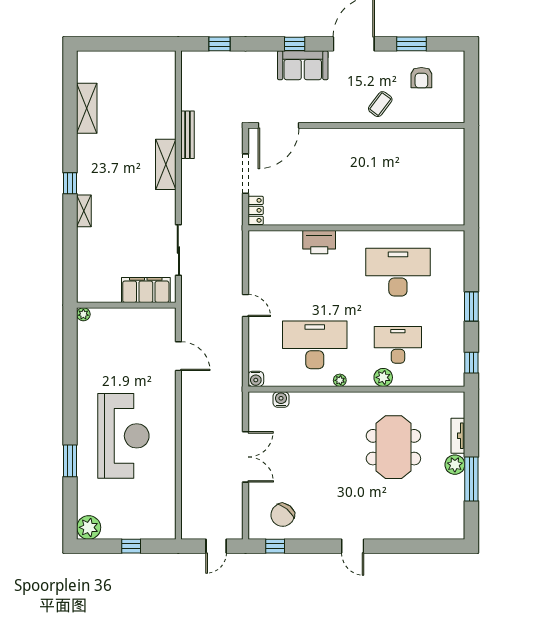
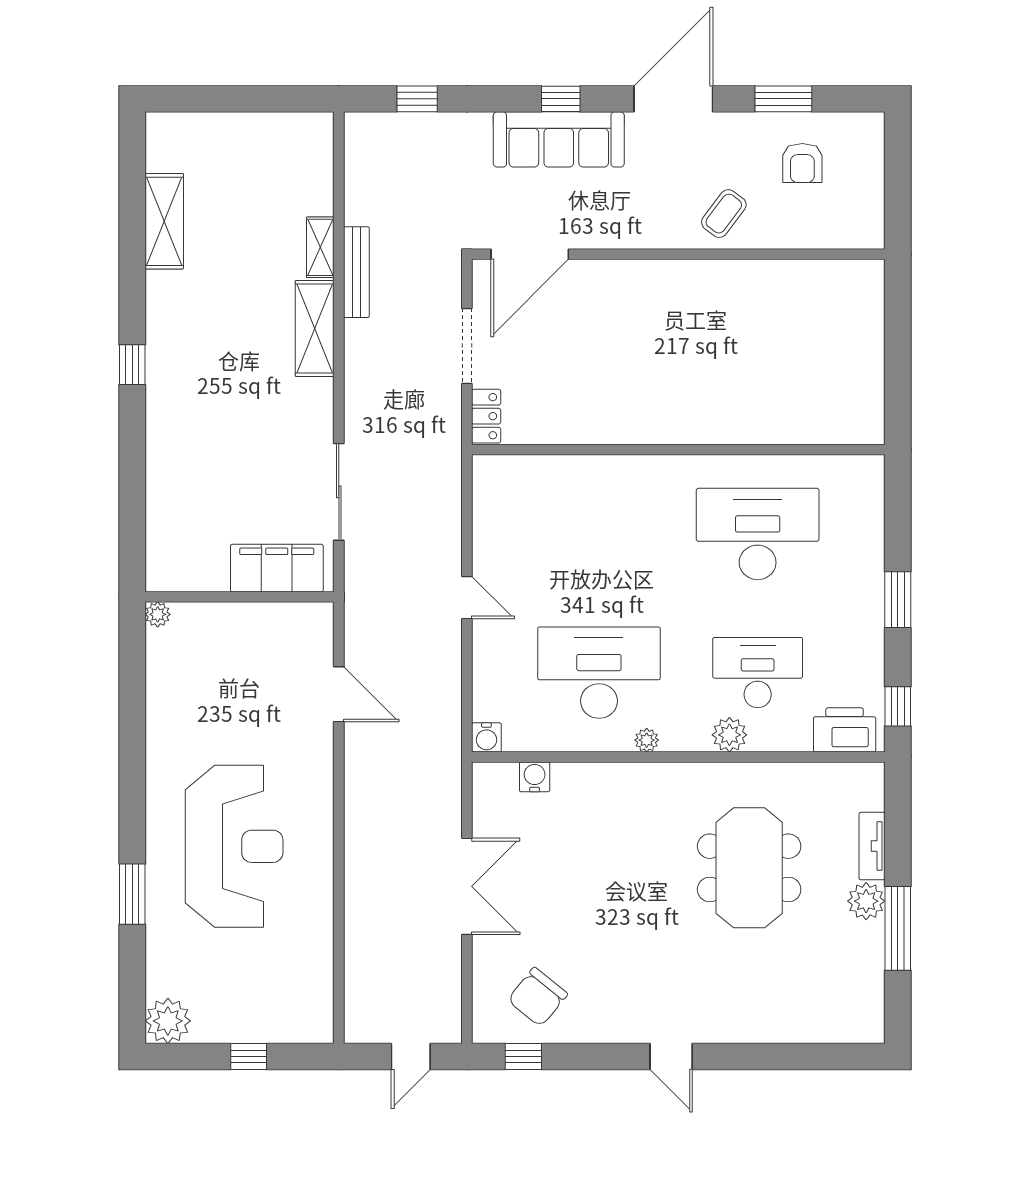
sofa: (303, 65) -> (559, 139), width x1.36
shelving: (84, 211) -> (320, 247), moved
printer: (319, 242) -> (845, 730), moved, turned 180

